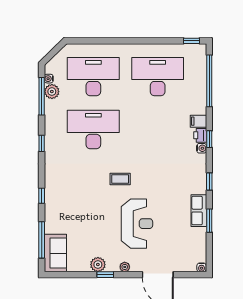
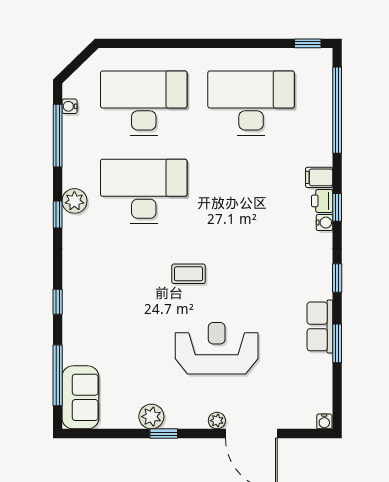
plant: (52, 92) -> (74, 201), moved
reception desk: (137, 224) -> (217, 348), turned -90
plant: (125, 267) -> (217, 421), moved

